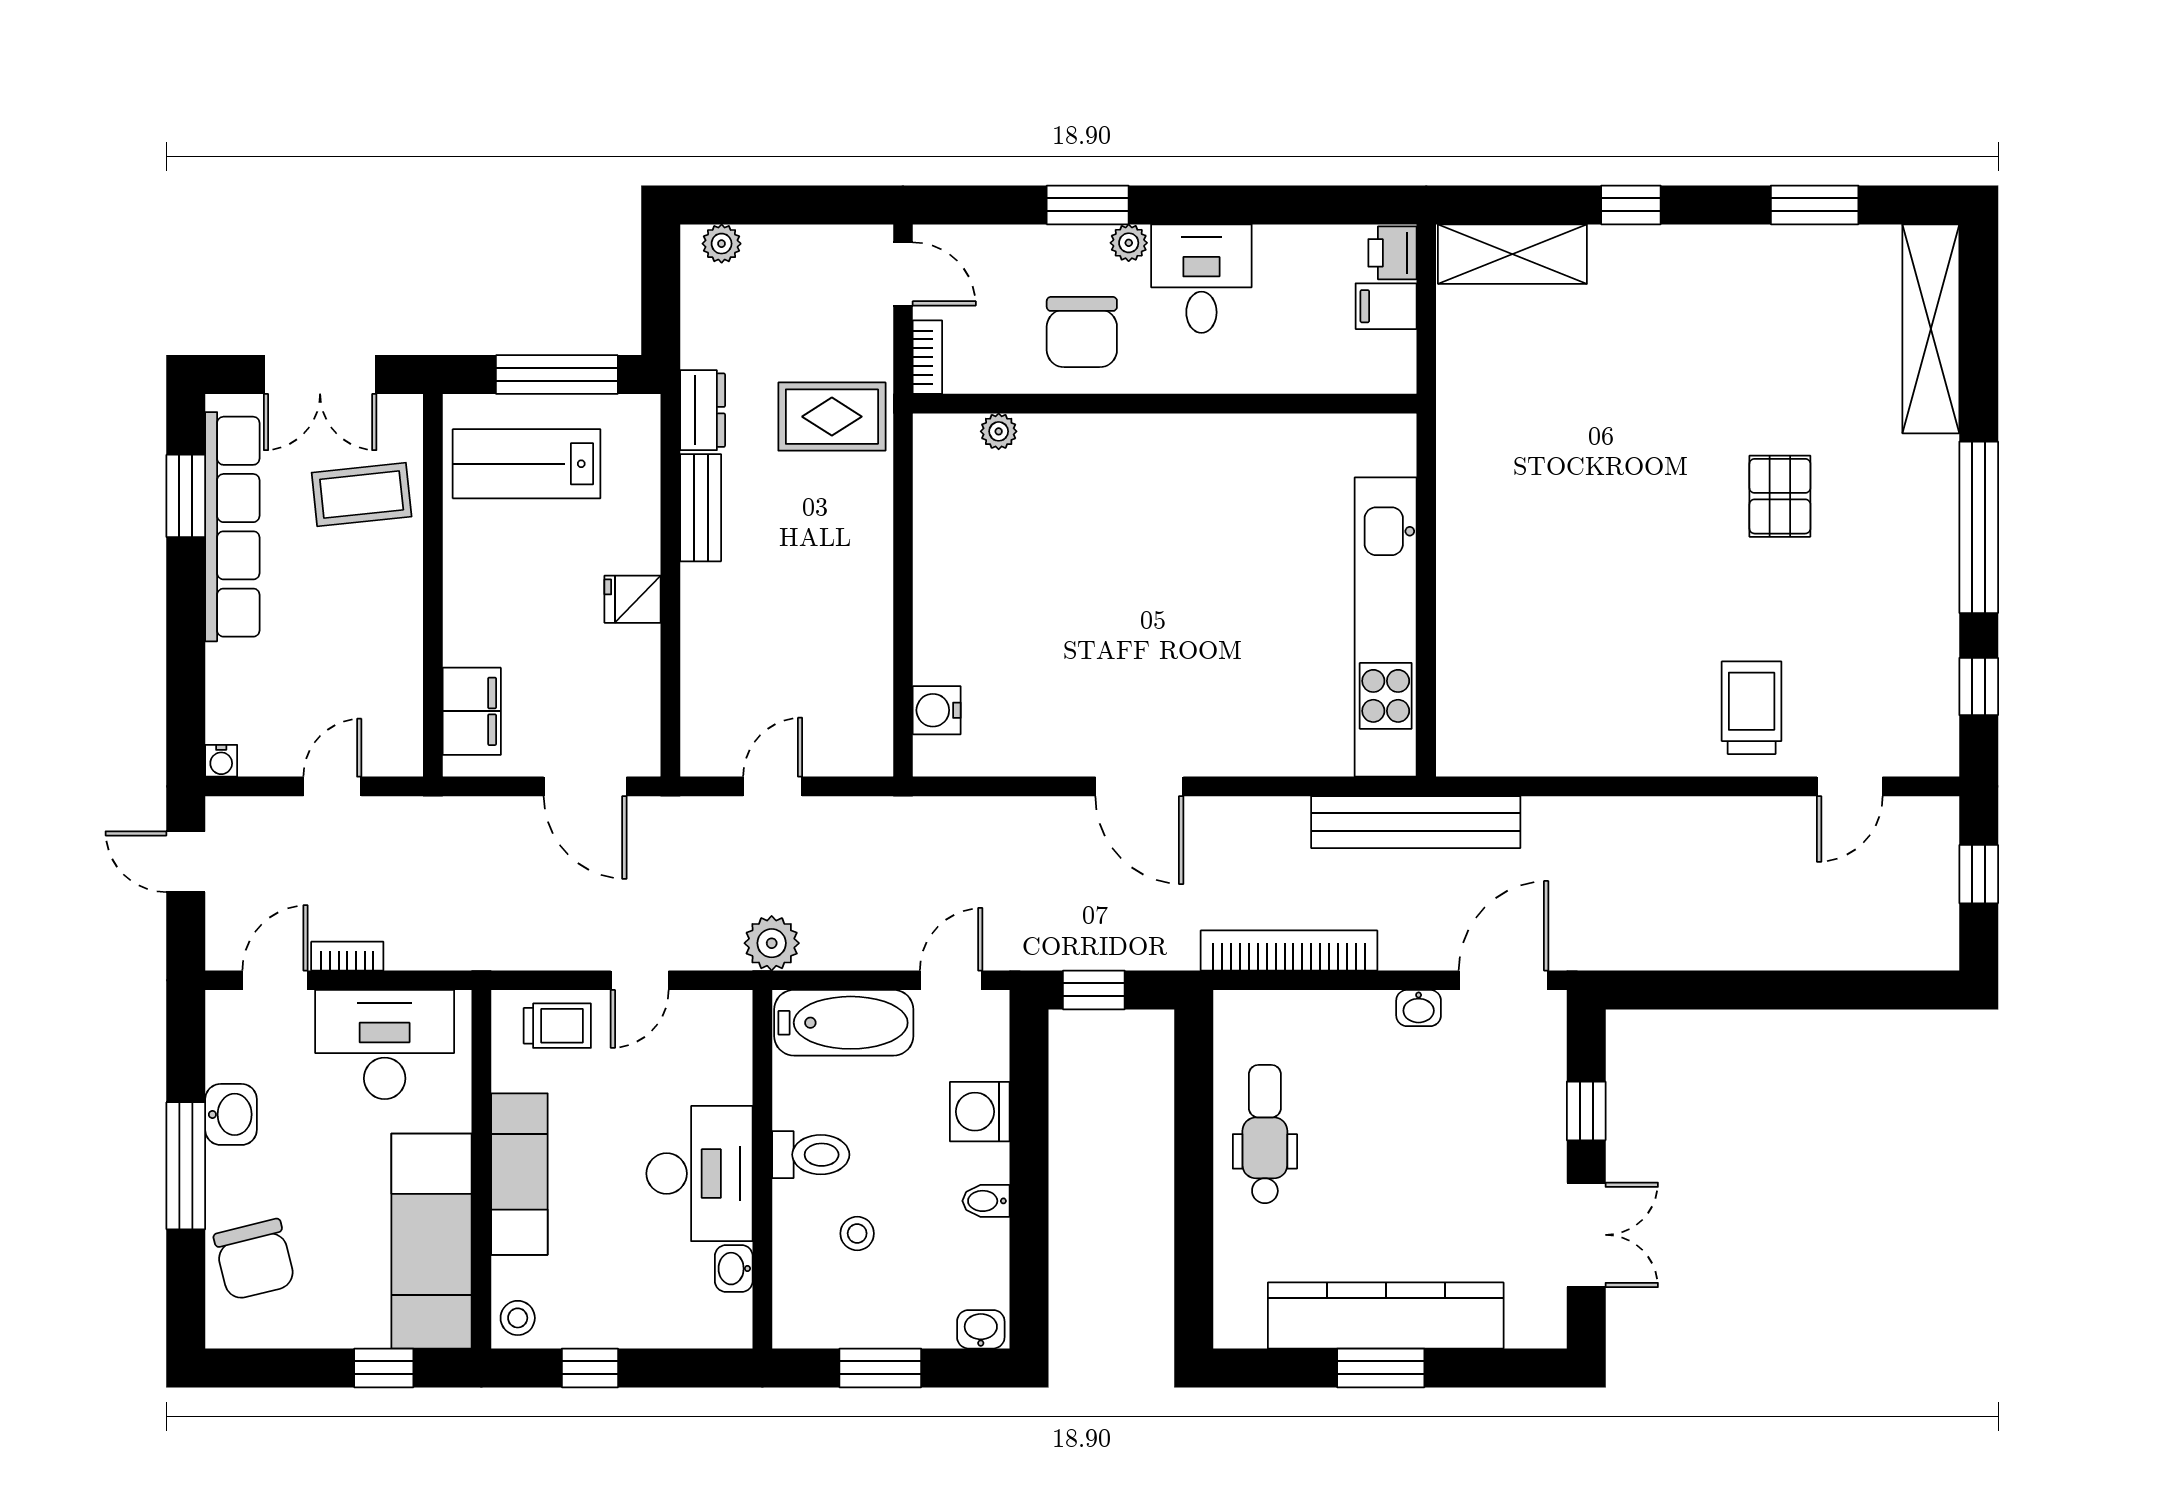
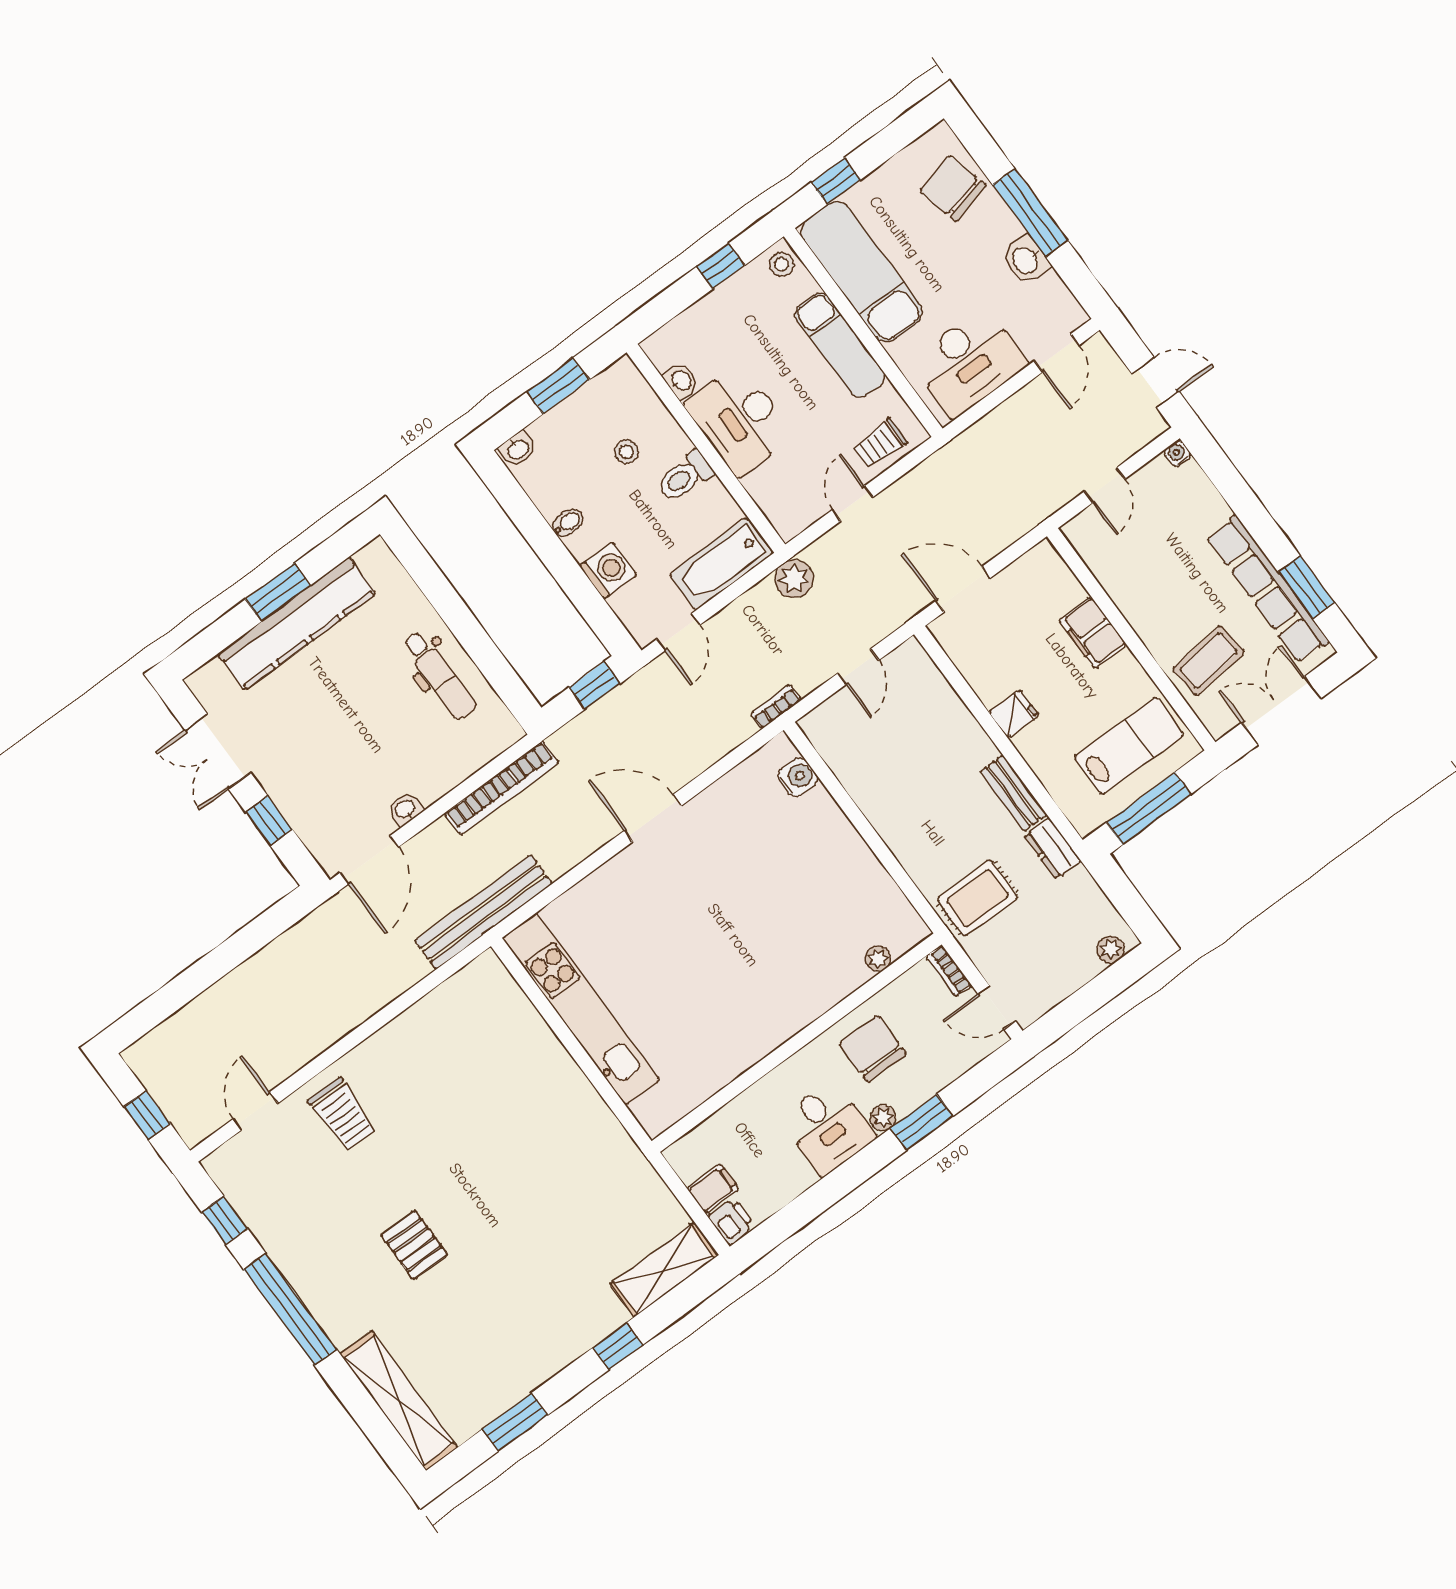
filing cabinet: (472, 711) -> (1093, 632), moved
bookcase: (347, 956) -> (776, 707), moved, turned 180

